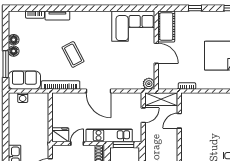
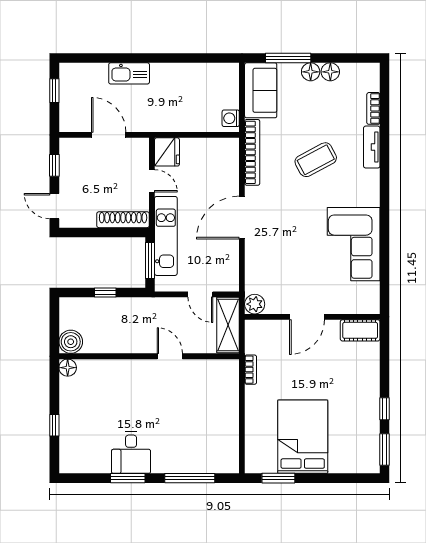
window: (195, 8) -> (384, 409), moved
corner sofa: (133, 26) -> (354, 244), moved
cot: (166, 27) -> (360, 330), width x0.73, depth x0.75
coffee table: (73, 54) -> (316, 160), moved
washing machine: (23, 98) -> (231, 118), moved
door: (179, 121) -> (170, 356), moved

